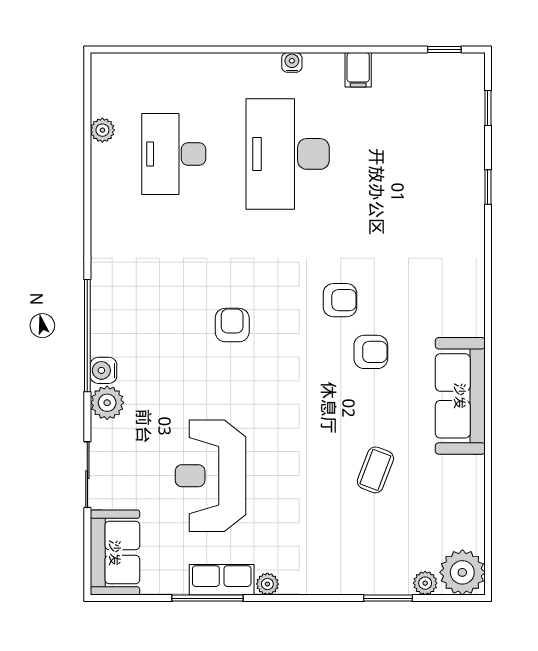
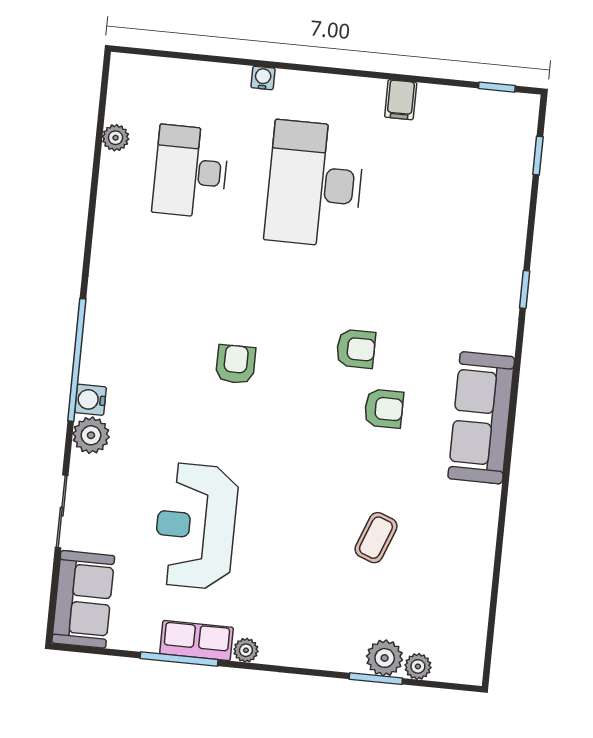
water cooler: (292, 62) -> (263, 78), moved
window: (488, 187) -> (525, 289), moved
sofa: (460, 396) -> (481, 418), moved
plant: (462, 572) -> (385, 658), moved, width x0.73, depth x0.73

